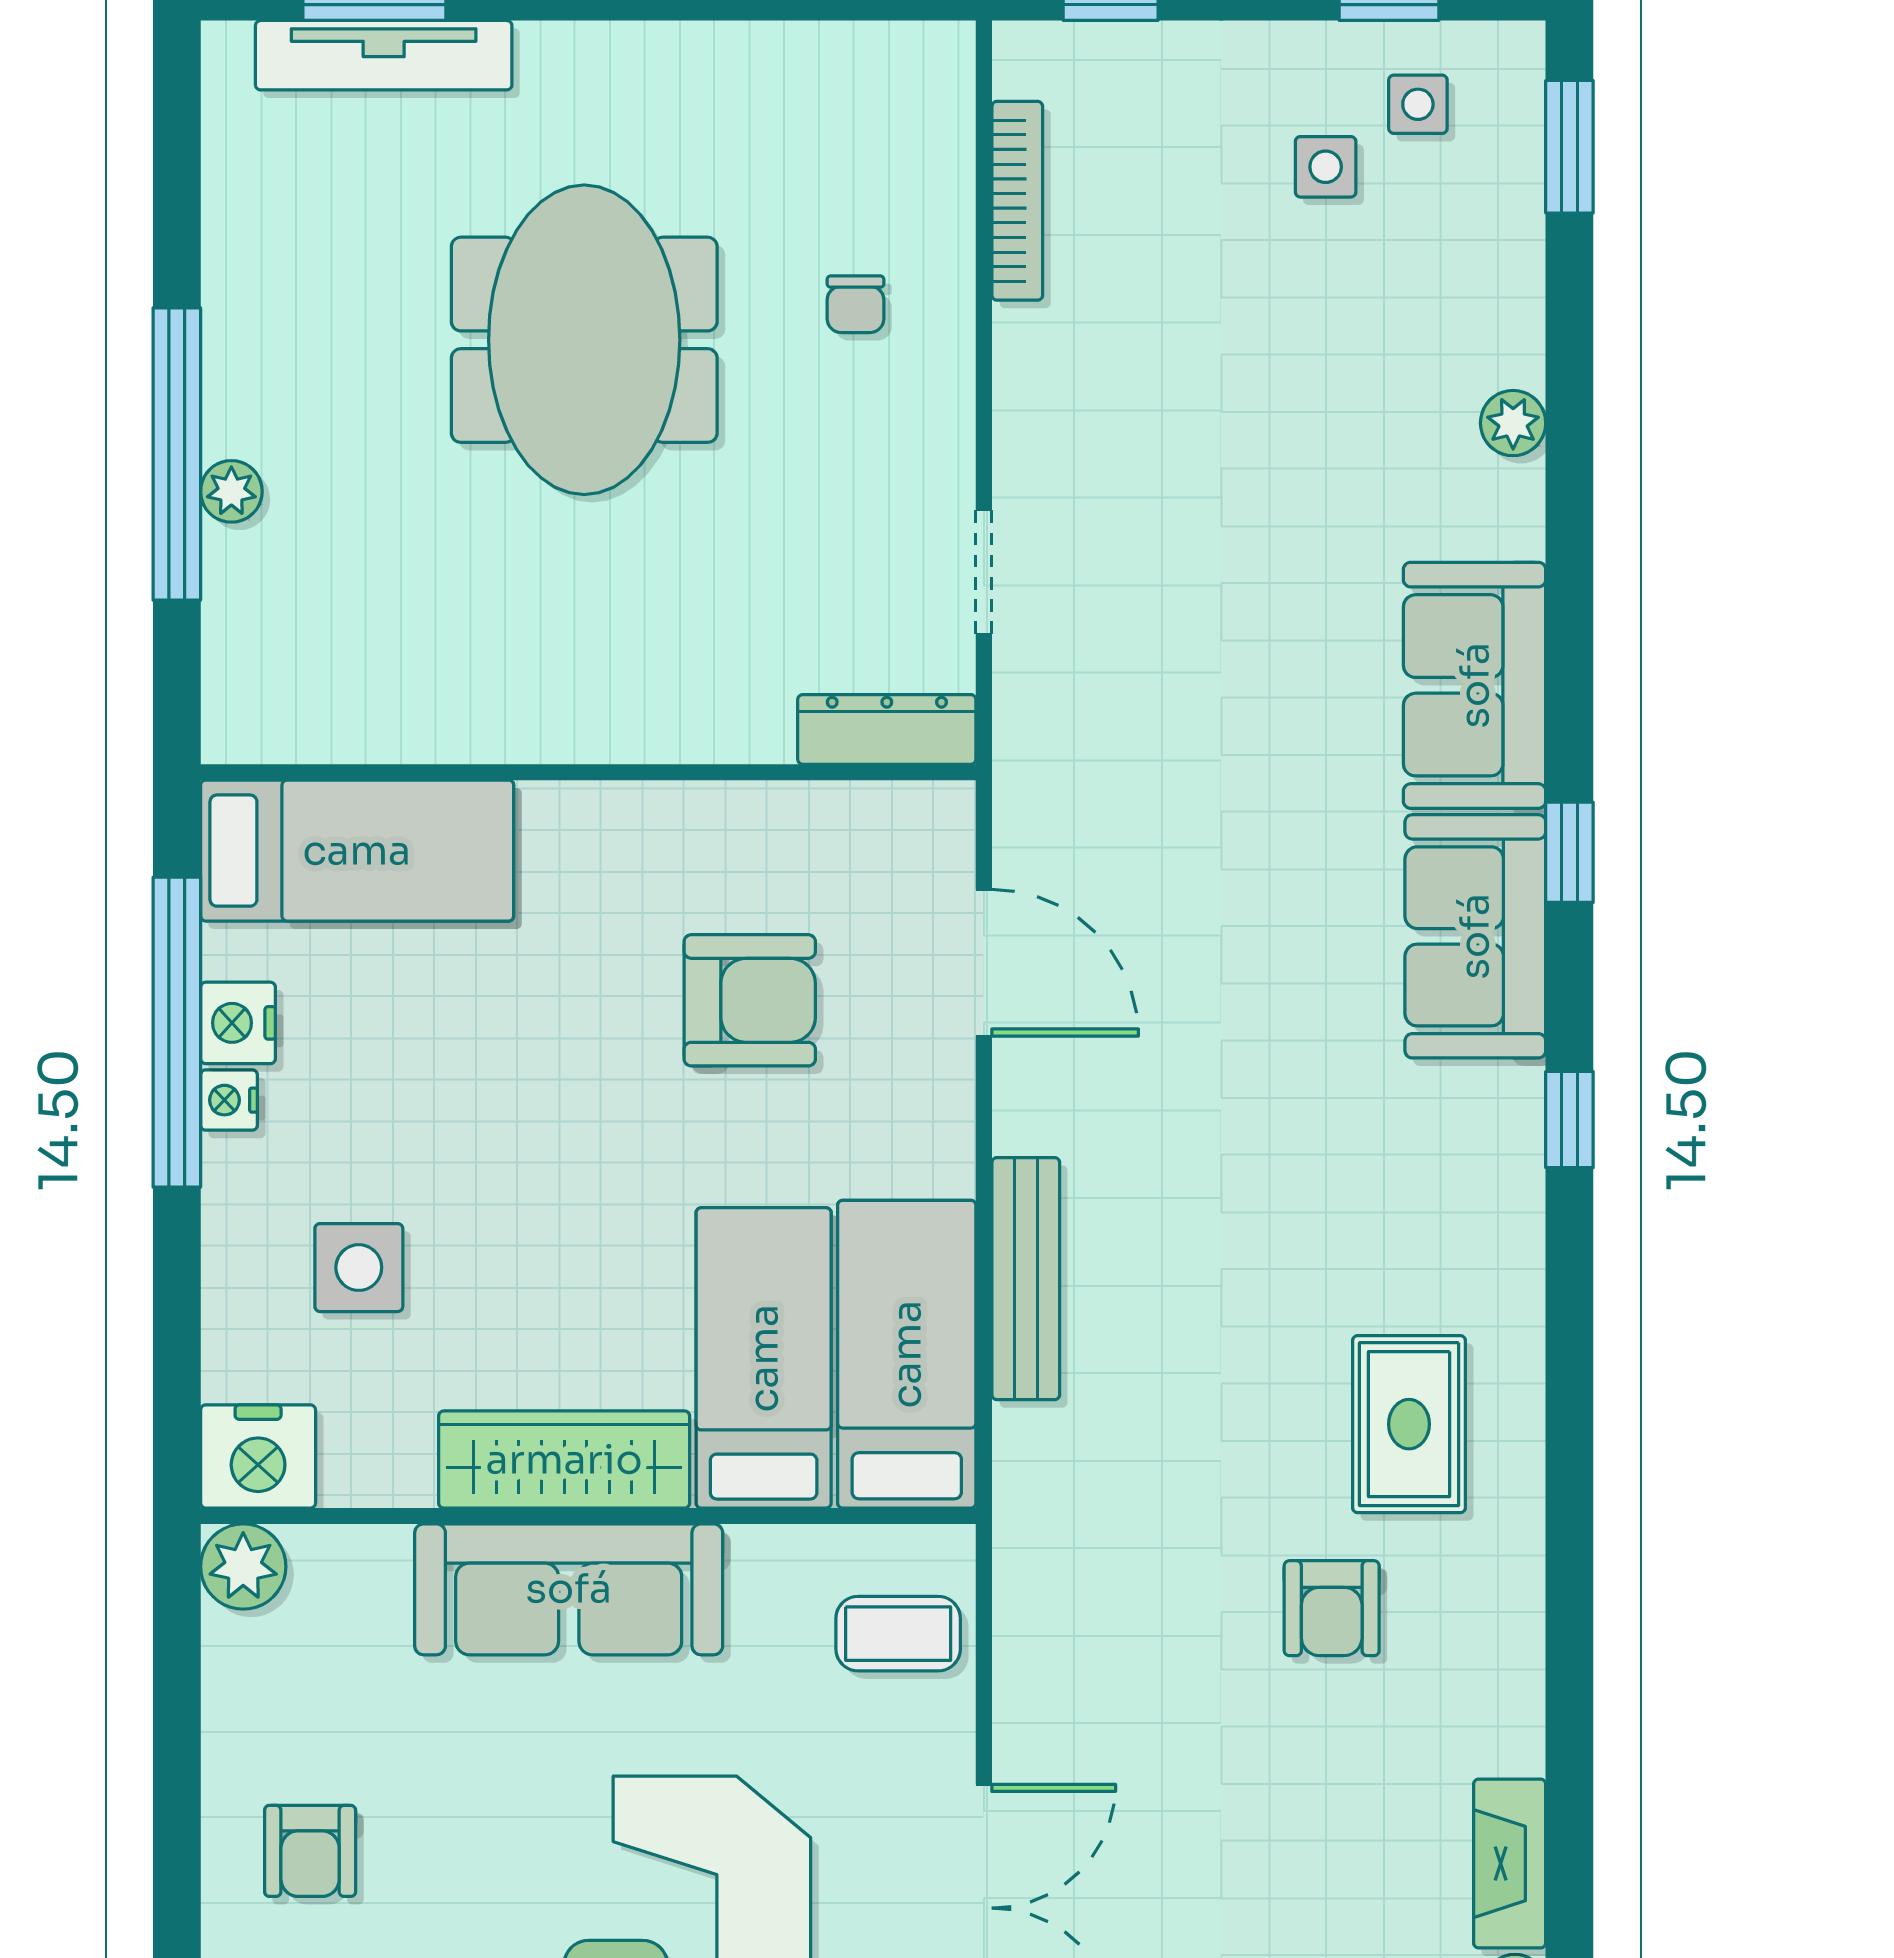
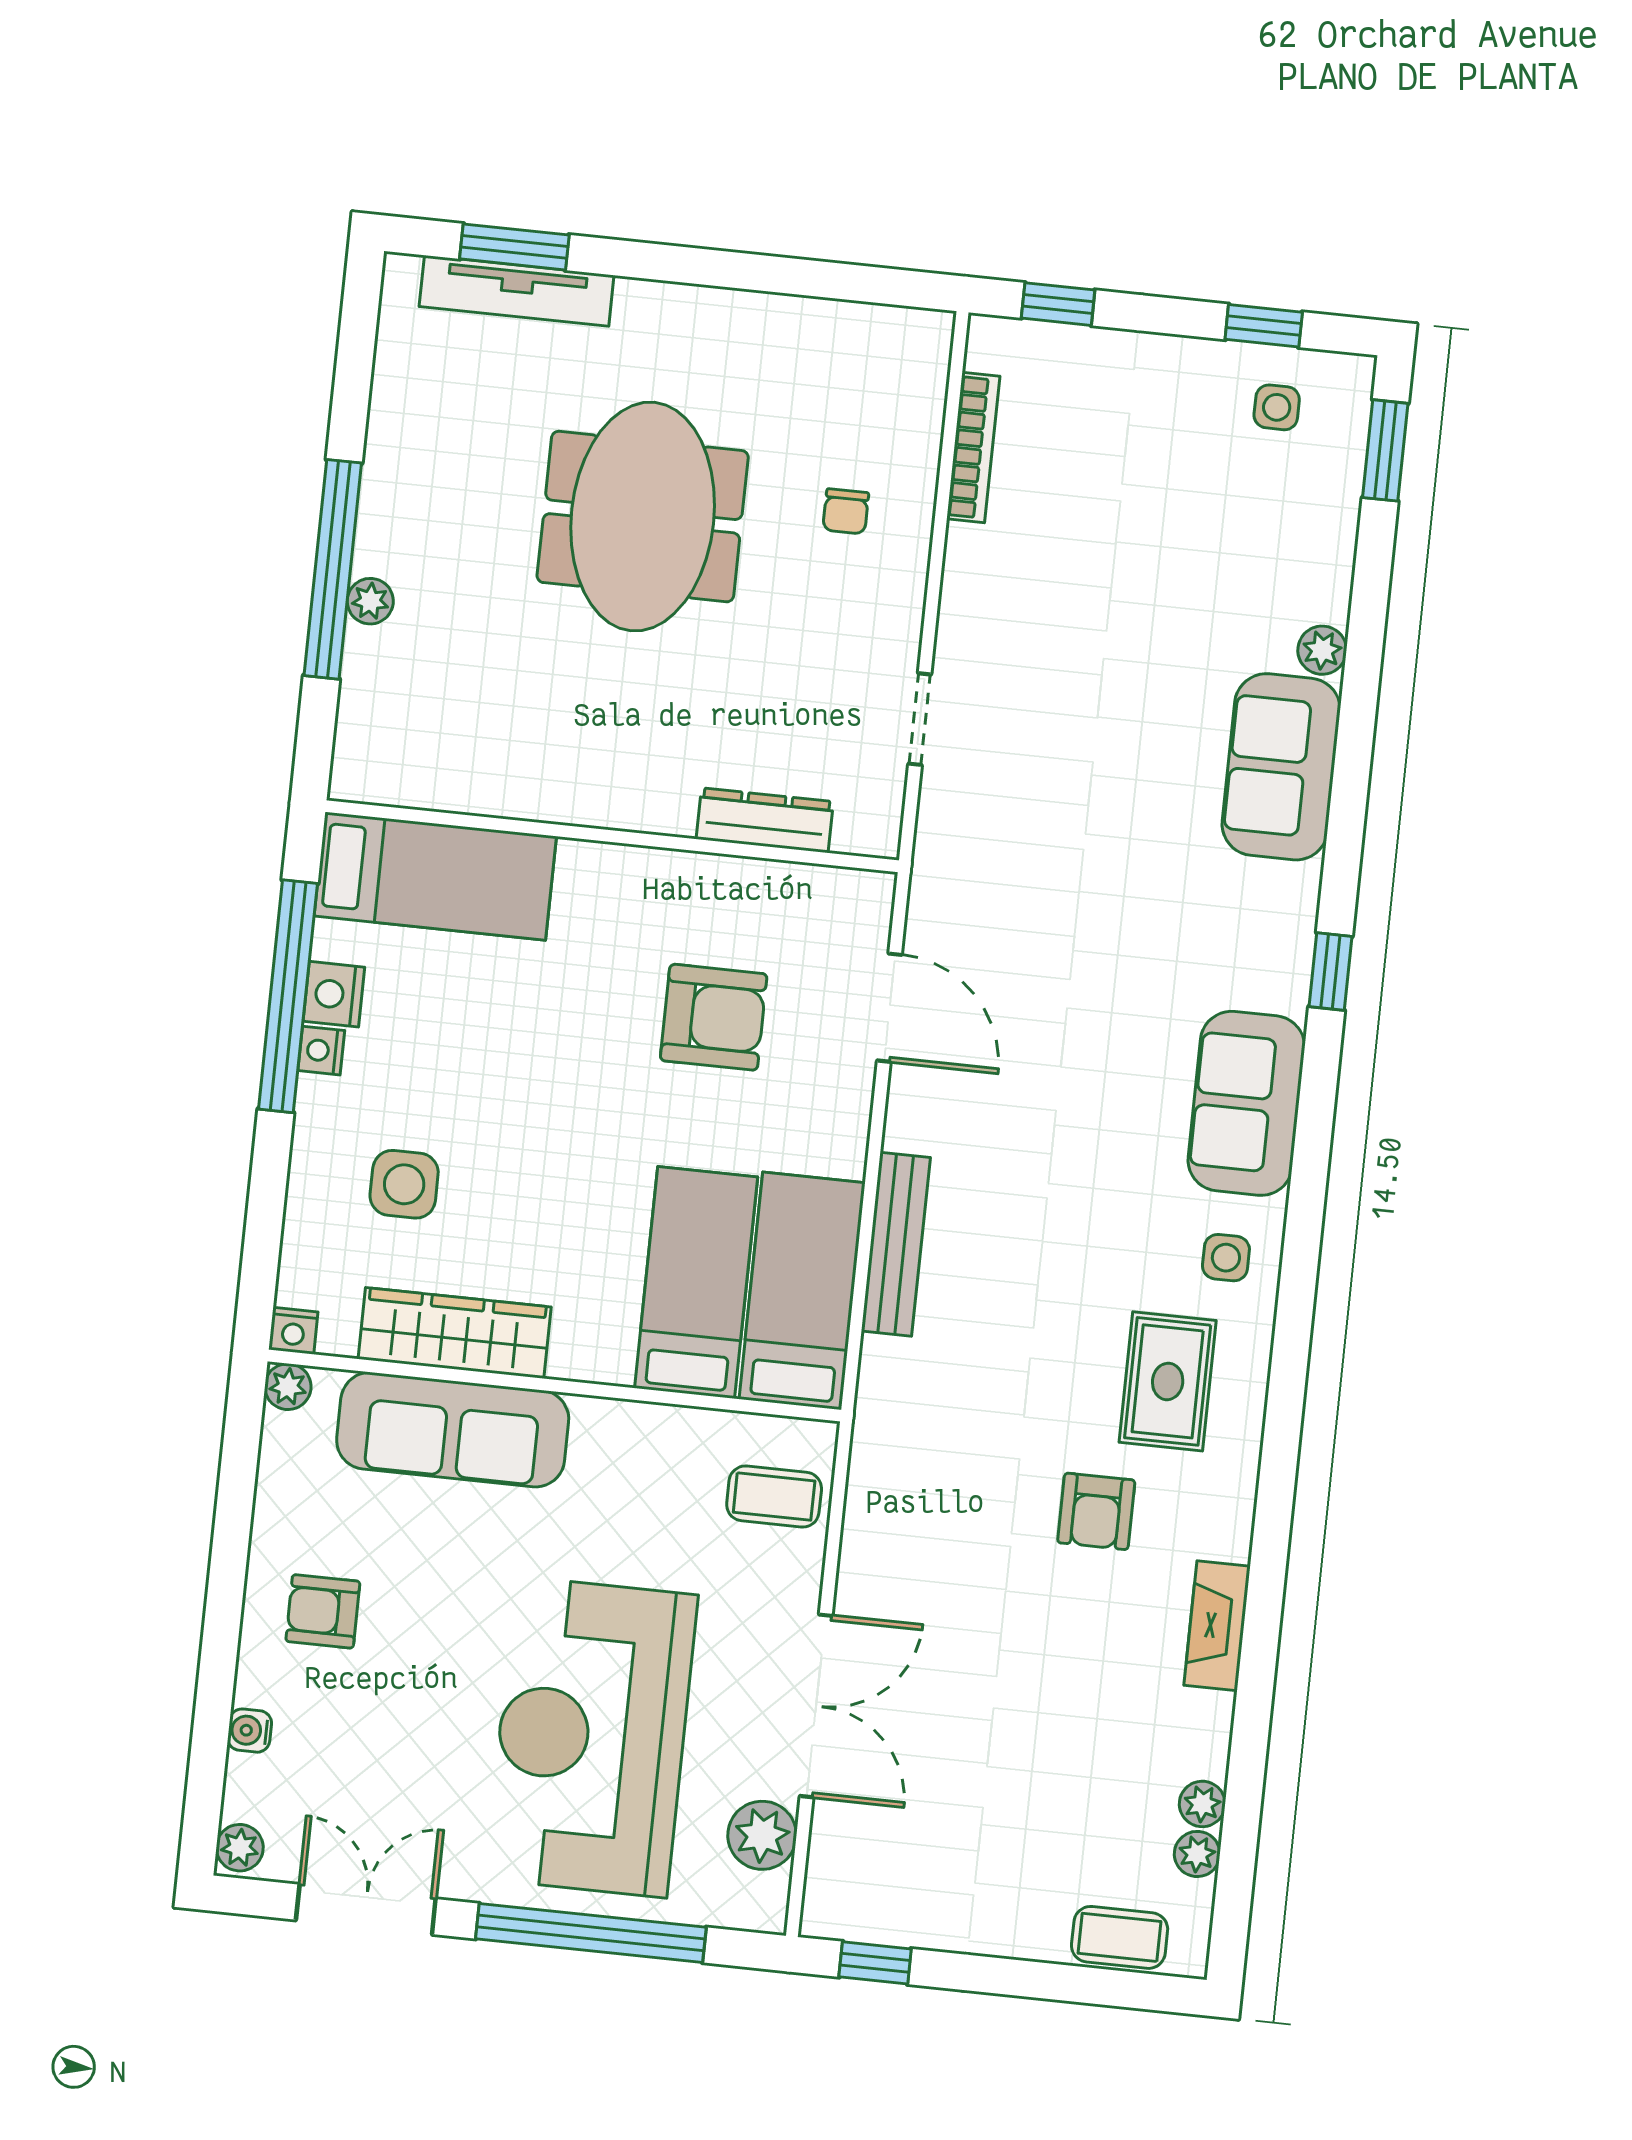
side table: (1326, 167) -> (1226, 1258), moved
sofa: (1475, 685) -> (1281, 767), moved
dresser: (887, 729) -> (765, 820), moved
sofa: (1475, 936) -> (1246, 1103), moved
window: (1569, 1120) -> (1310, 1169), removed
nightstand: (258, 1456) -> (293, 1331), width x0.53, depth x0.56
wardrobe: (564, 1460) -> (455, 1333), moved
plant: (243, 1567) -> (288, 1387), width x0.73, depth x0.73
sofa: (569, 1589) -> (453, 1430), moved
armchair: (310, 1851) -> (323, 1611), turned 90
fireplace: (1510, 1864) -> (1217, 1626), moved

